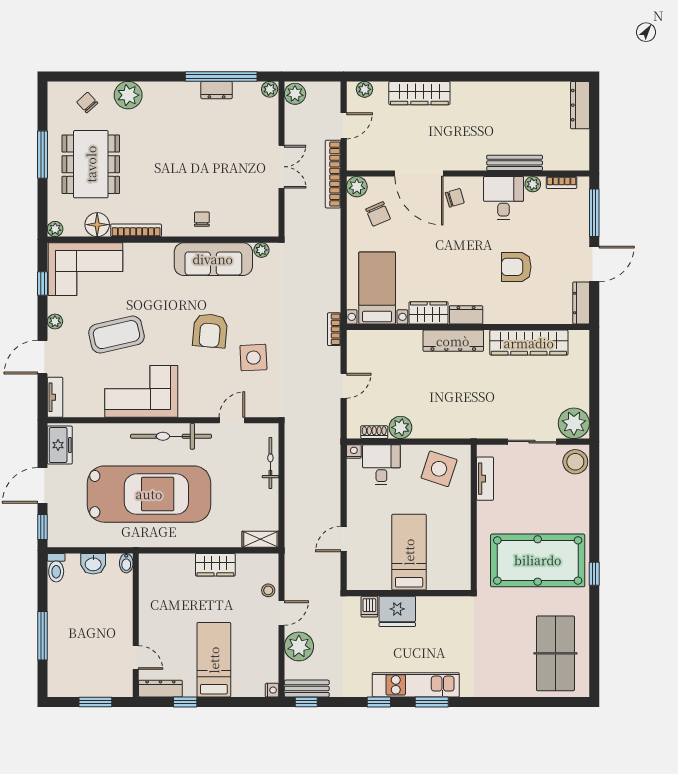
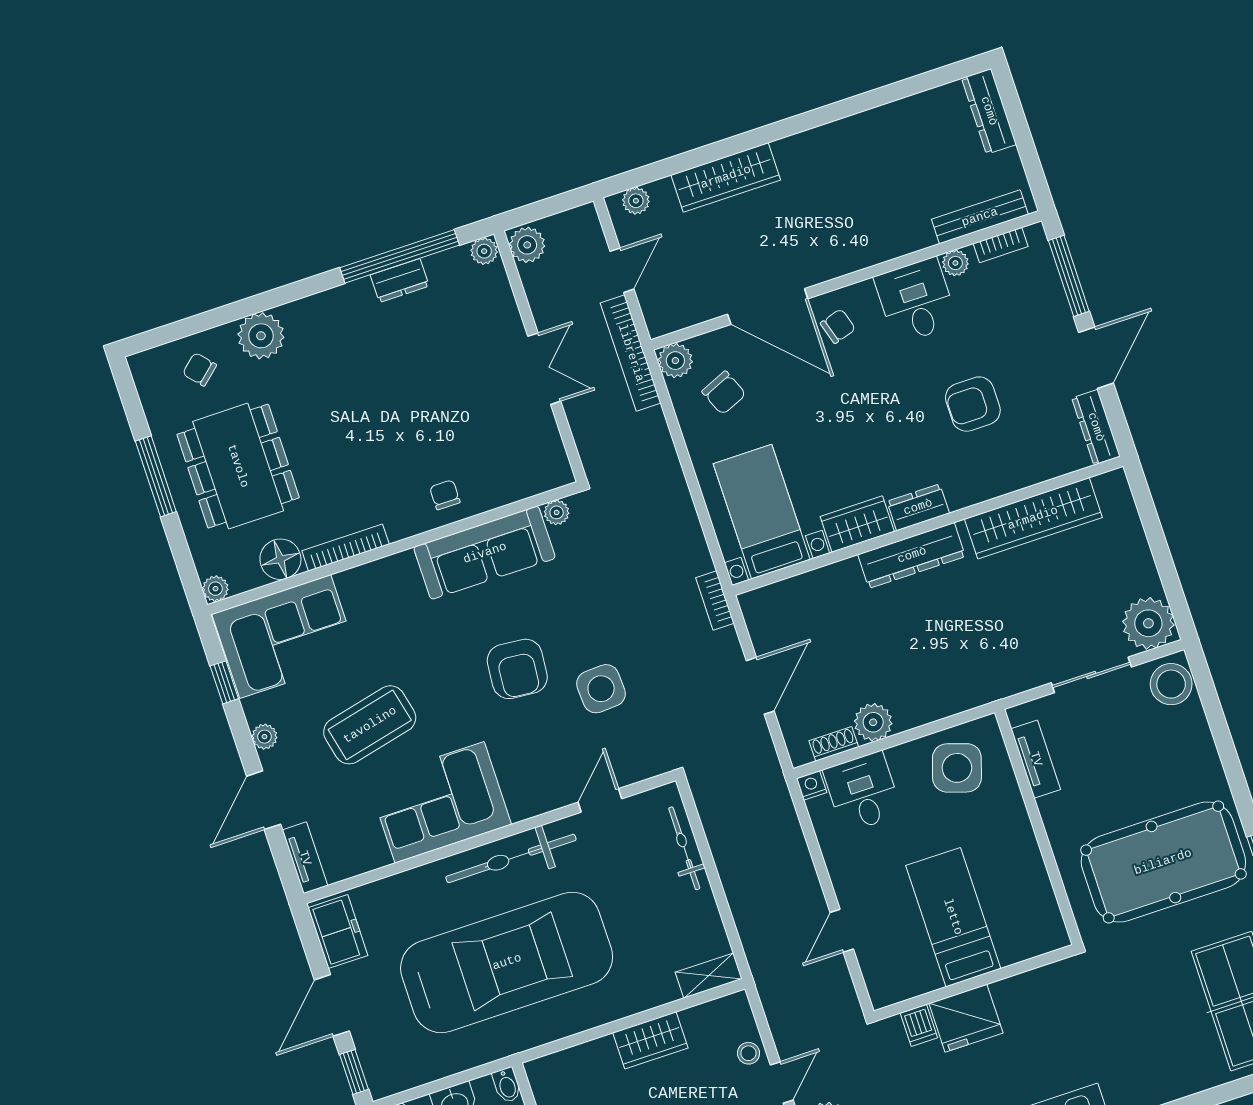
bench: (515, 163) -> (980, 217), moved
door: (344, 386) -> (760, 686), width x1.38

